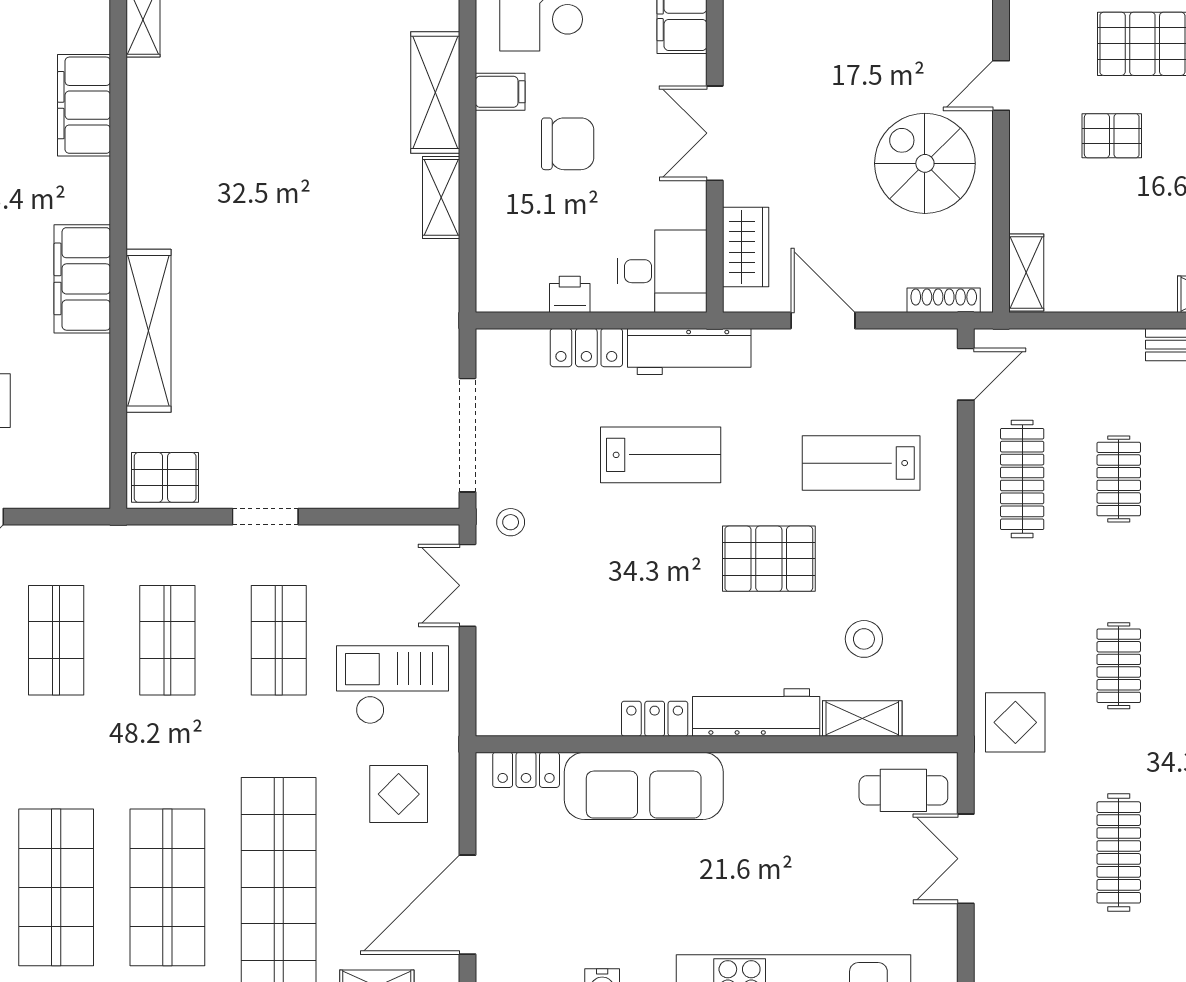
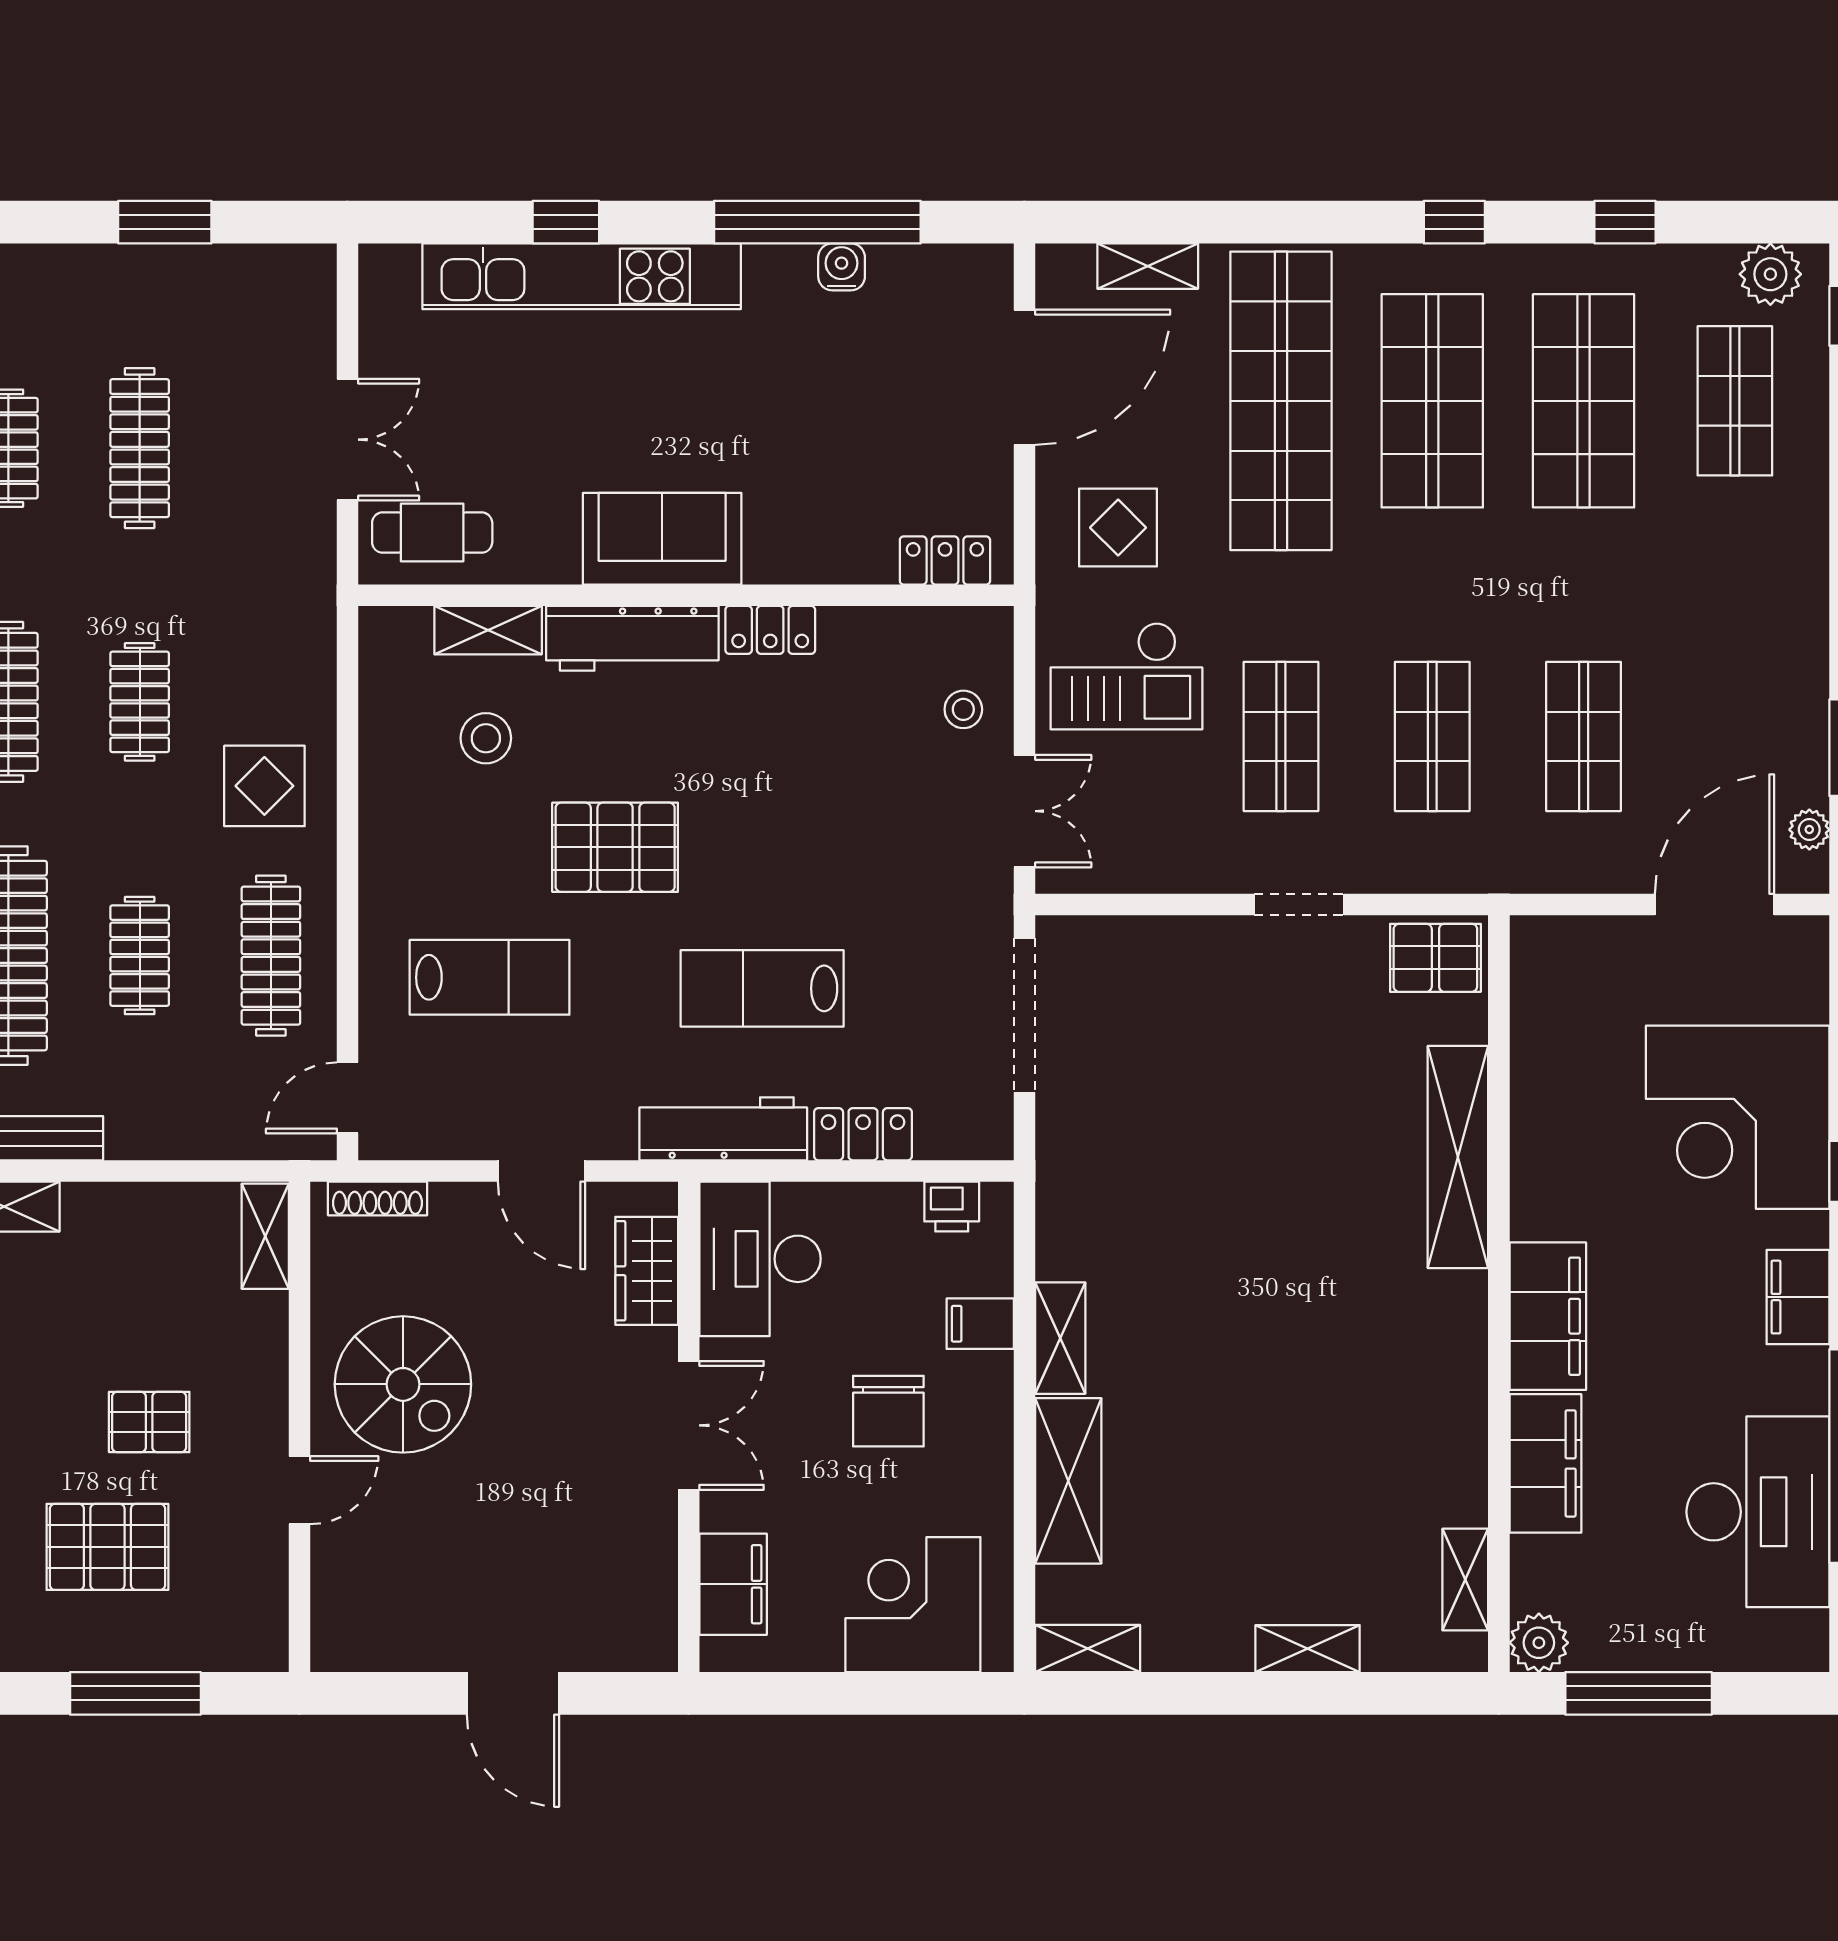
filing cabinet: (500, 92) -> (980, 1324), moved
chair: (568, 144) -> (888, 1411), turned -90
desk: (662, 271) -> (760, 1259), width x1.37
filing cabinet: (82, 279) -> (1548, 1316), moved
printer: (570, 294) -> (952, 1206), moved
stool: (511, 522) -> (963, 709), moved
display table: (1015, 722) -> (264, 786), moved
sofa: (644, 786) -> (662, 539), moved, width x0.73

